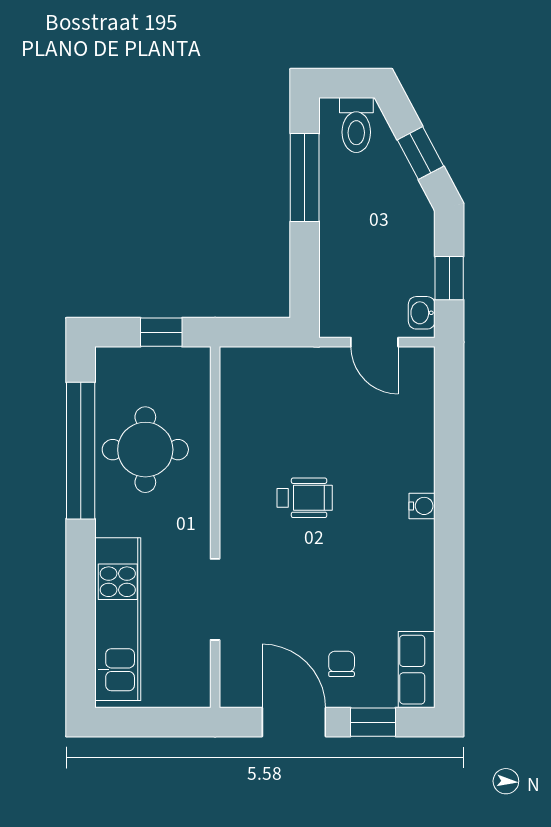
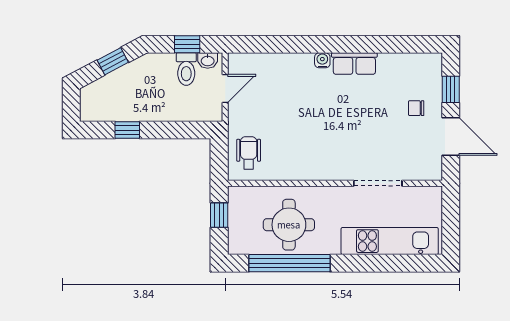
toilet: (356, 125) -> (186, 69), moved, turned 90
window: (305, 178) -> (127, 130), width x0.46
wheelchair: (305, 498) -> (249, 153), moved
row of seats: (417, 670) -> (354, 64), moved
door: (294, 722) -> (451, 136), swing flipped

